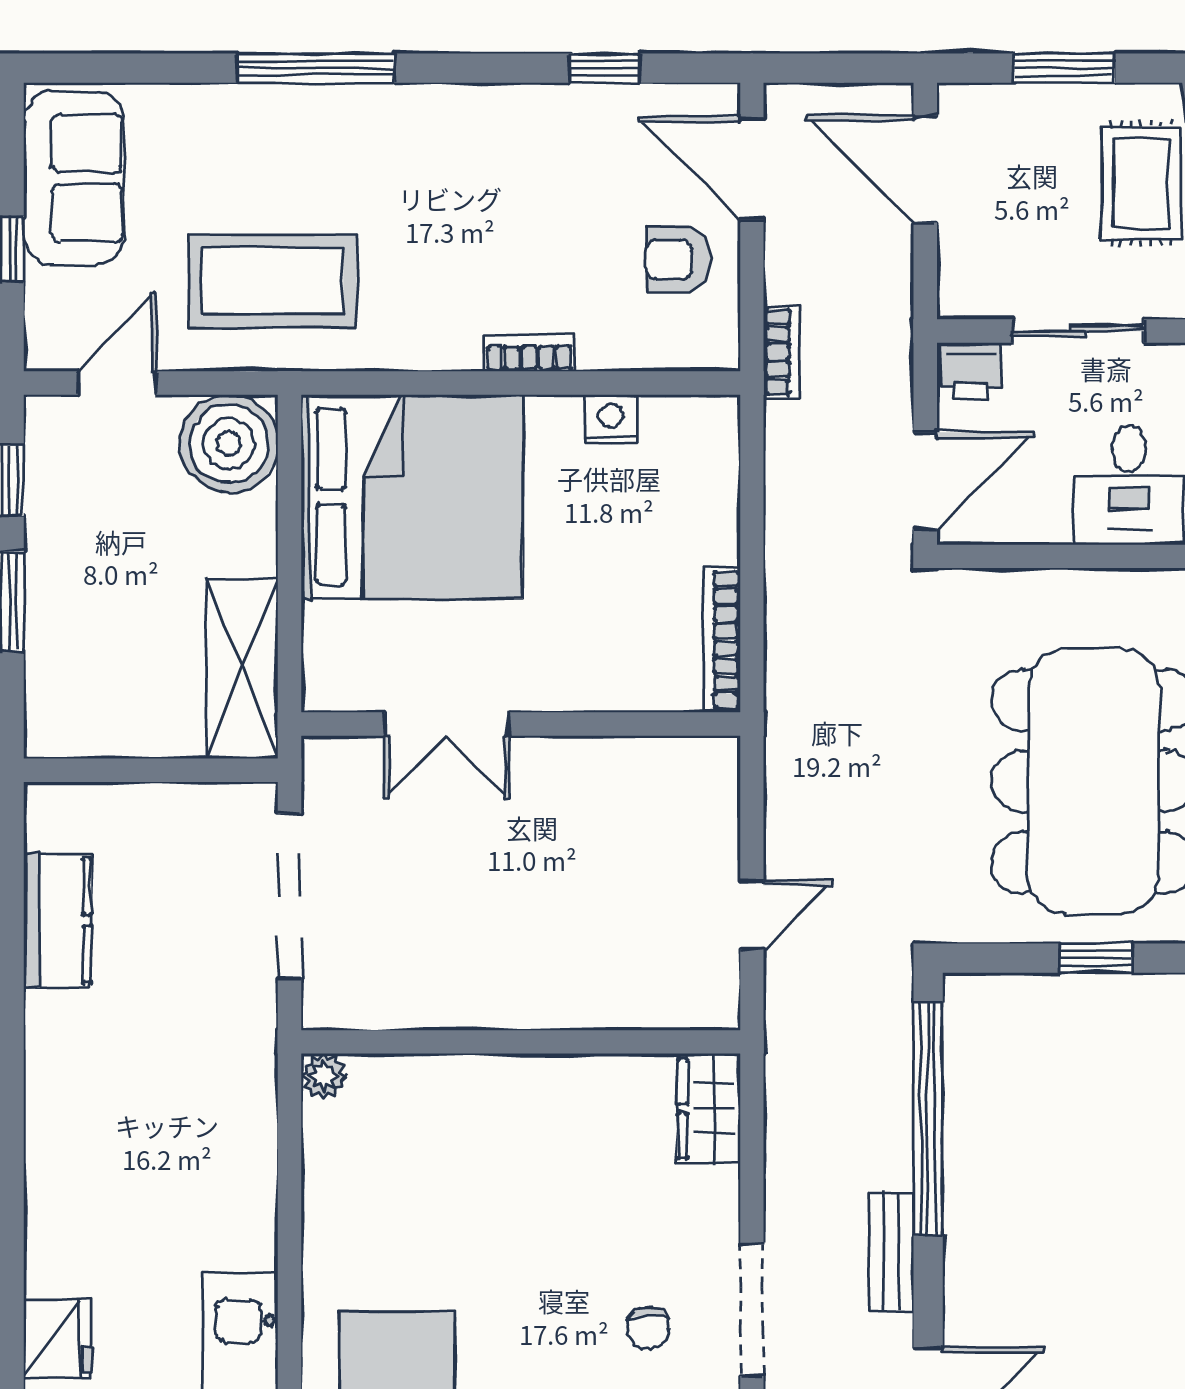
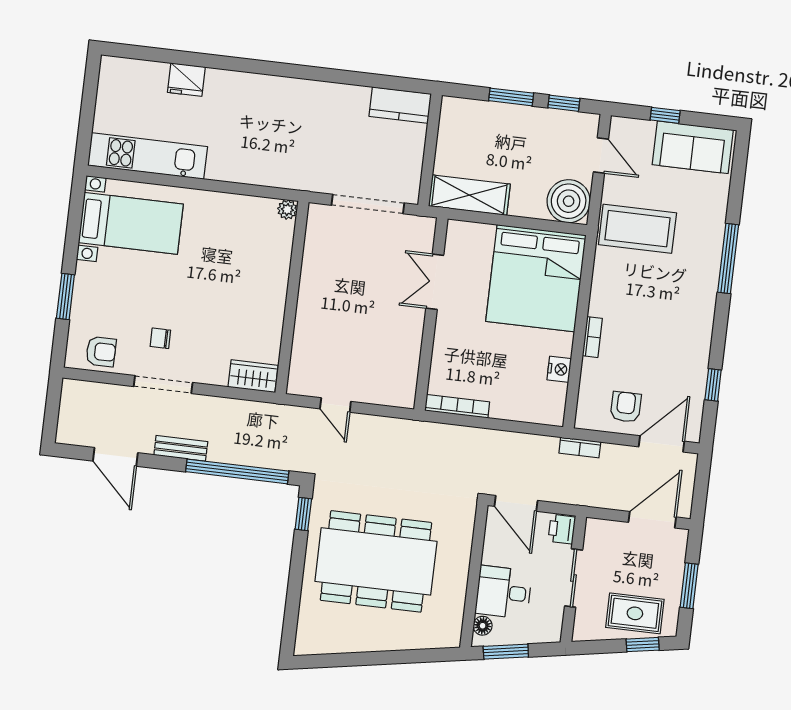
coffee table: (273, 281) -> (637, 229), turned 90
kitchen counter: (57, 920) -> (400, 105), moved
window: (1096, 958) -> (303, 514), moved

